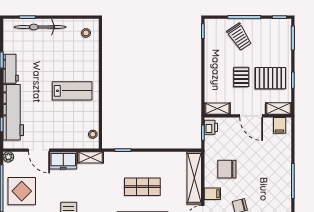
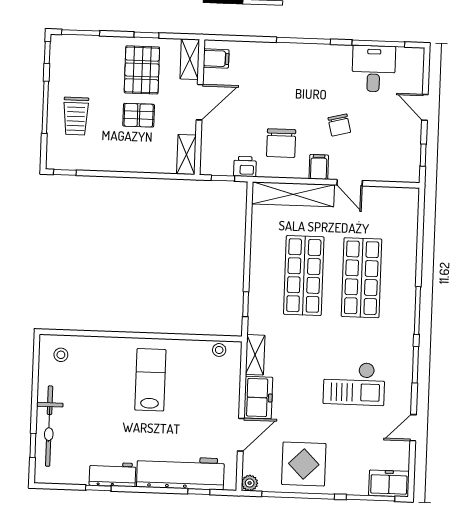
trolley: (239, 37) -> (76, 116), turned 123
printer: (211, 127) -> (245, 167), moved
shop shelf: (142, 187) -> (304, 276), width x1.43, depth x1.36

